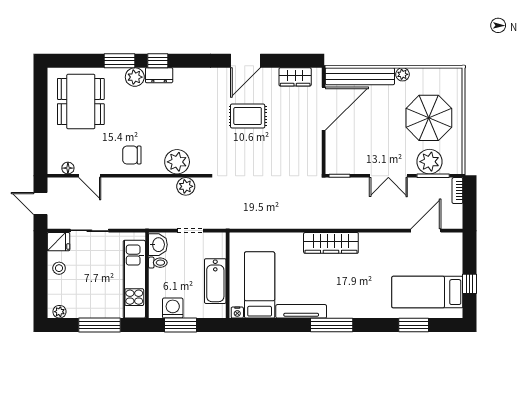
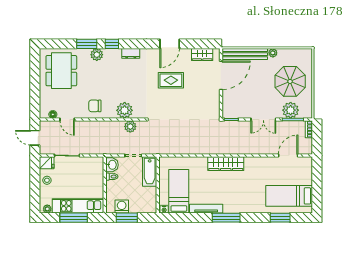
dresser: (159, 75) -> (131, 53), moved
kitchen unit: (134, 279) -> (78, 206), moved, turned 90
bathtub: (215, 281) -> (150, 172), moved
window: (470, 284) -> (317, 191), removed

